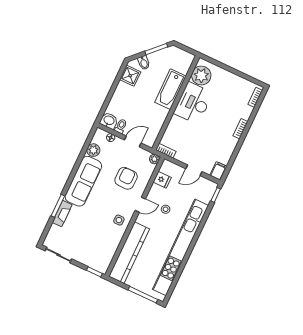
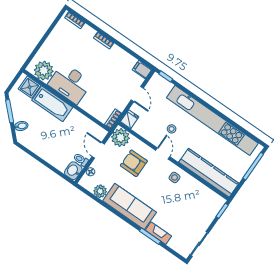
shower: (130, 76) -> (30, 87), moved
plant: (154, 159) -> (120, 138), width x1.88, depth x1.88
fridge: (162, 180) -> (130, 119), moved

